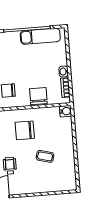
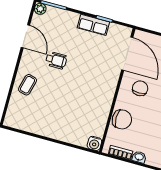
chair: (25, 130) -> (89, 91), removed
coffee table: (45, 156) -> (28, 85), moved

